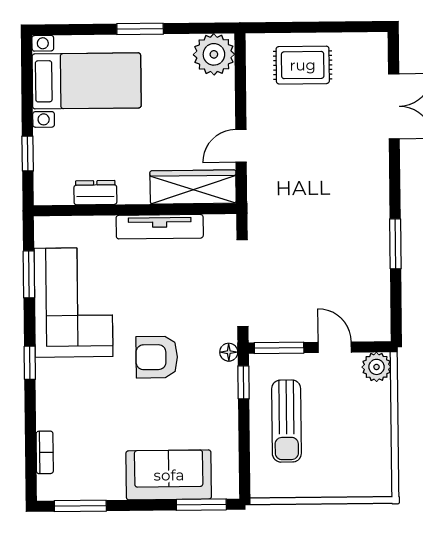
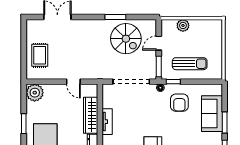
wardrobe: (193, 187) -> (91, 115), moved
tv unit: (160, 227) -> (107, 122), width x0.71
spiral stairs: (344, 269) -> (126, 39), added
armchair: (157, 357) -> (179, 103), moved
plant: (377, 367) -> (183, 25), moved
window: (201, 505) -> (225, 122), moved

